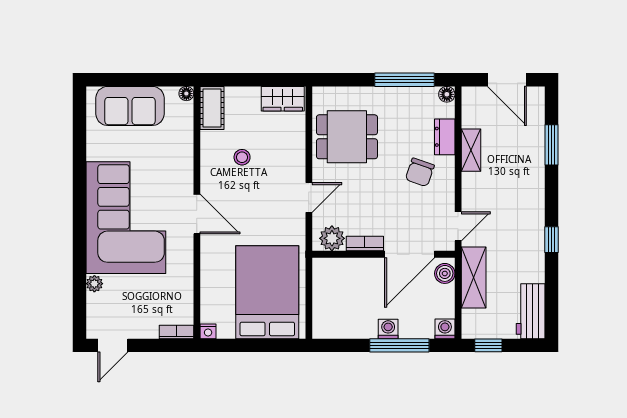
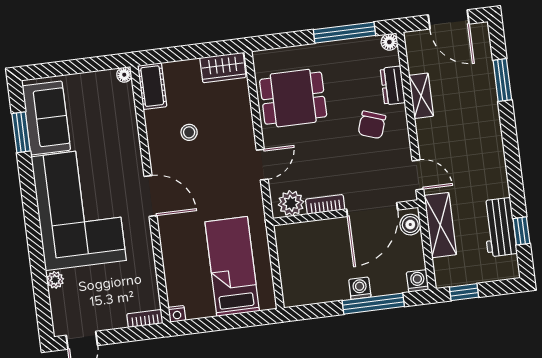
sofa: (130, 106) -> (46, 118), moved, turned -90
window: (79, 137) -> (21, 132), added
door: (458, 226) -> (418, 175), hinge flipped
window: (551, 240) -> (521, 231), moved
bed: (267, 292) -> (232, 266), width x0.67
workbench: (531, 311) -> (499, 227), moved

